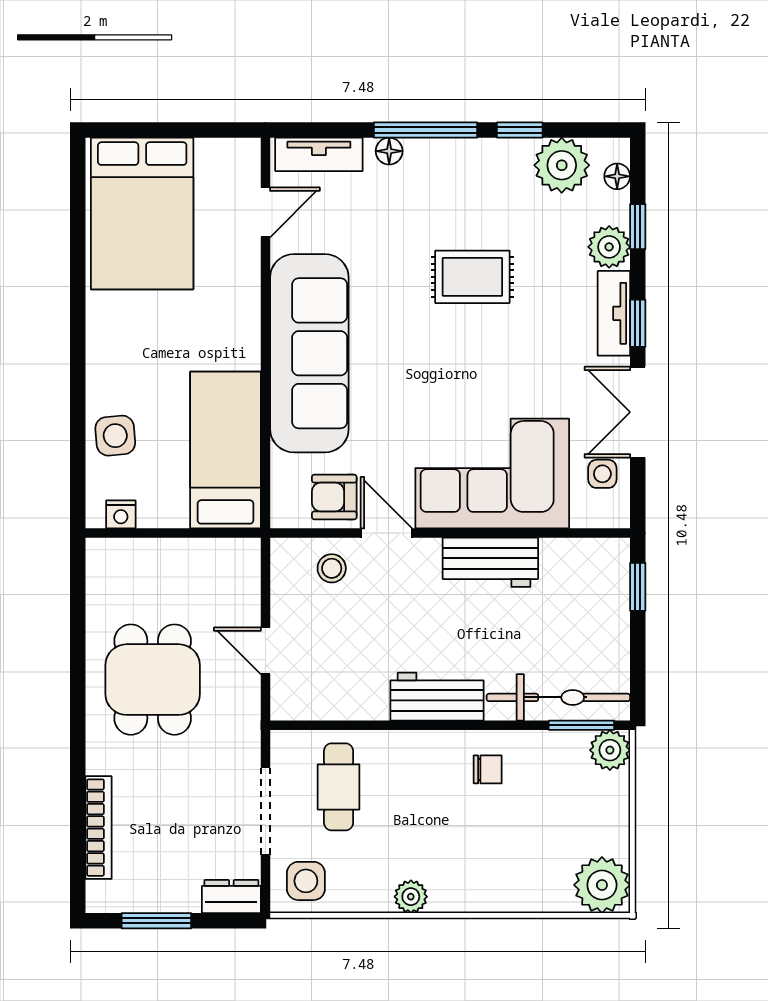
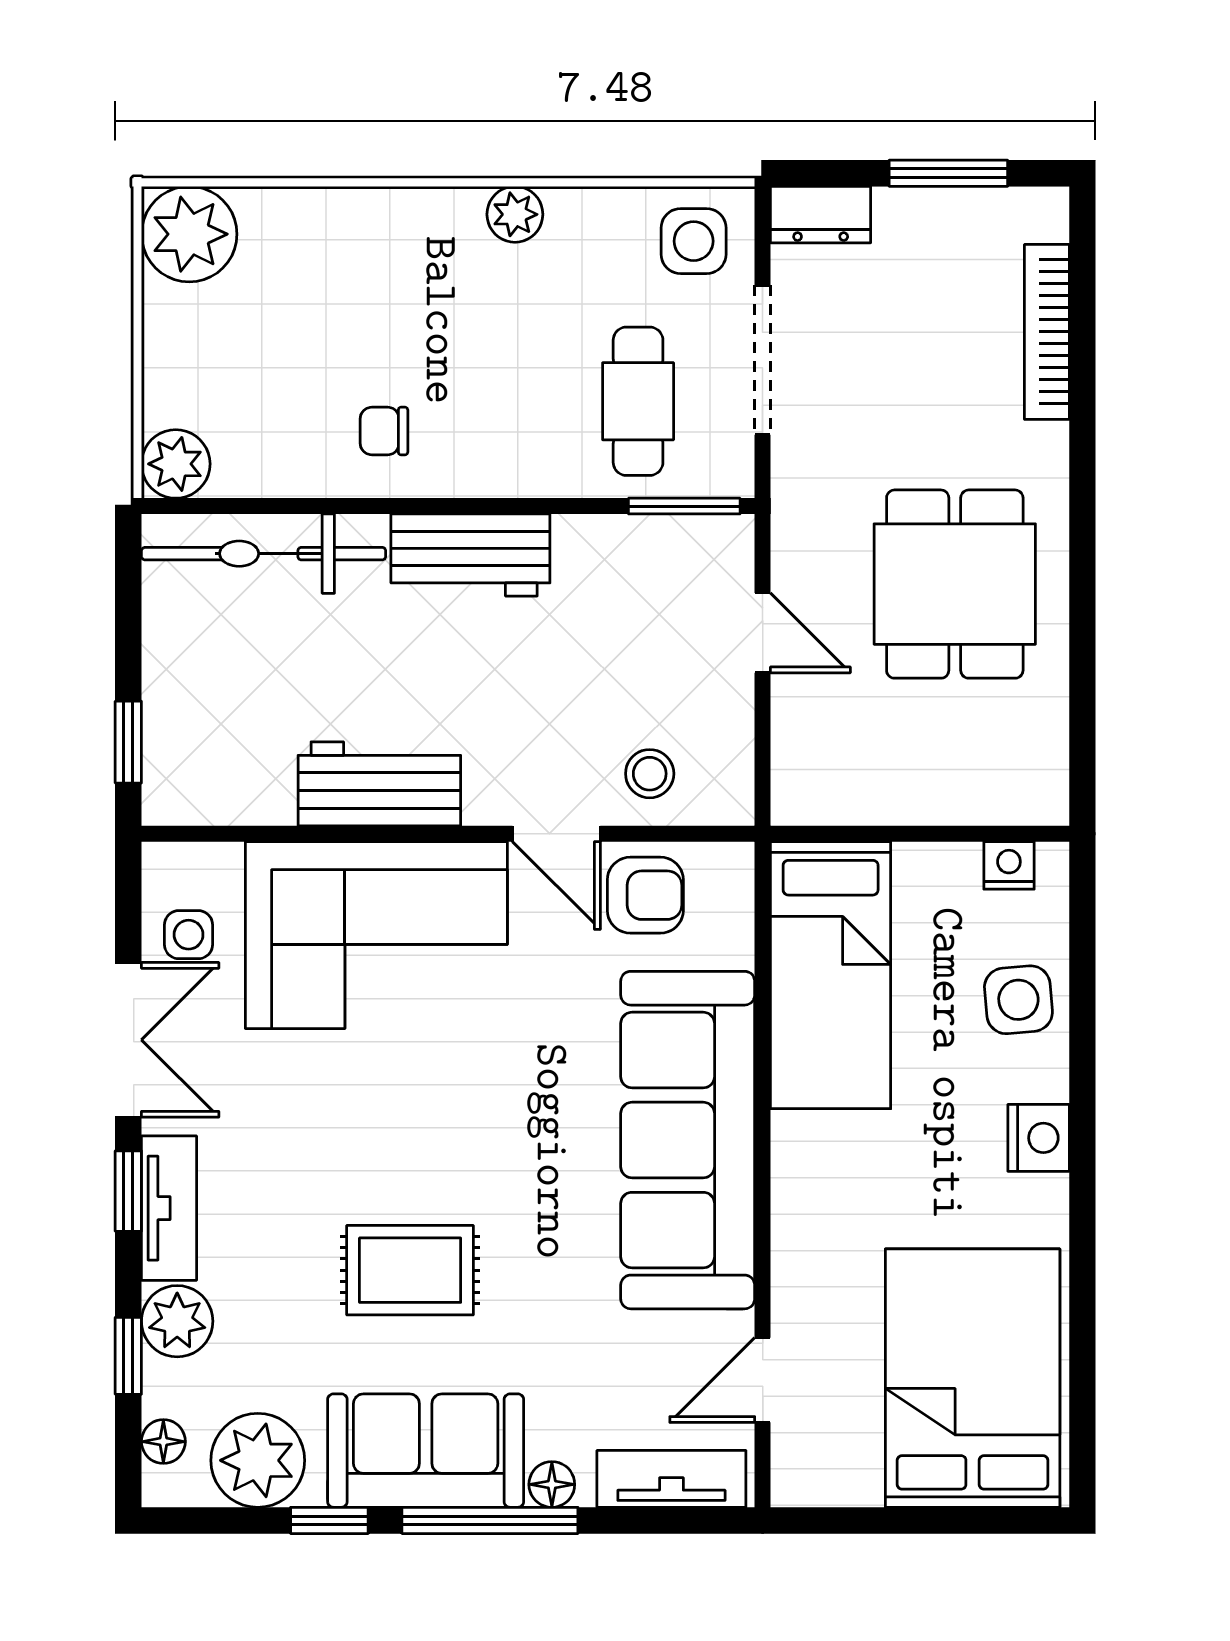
sofa: (463, 171) -> (426, 1451), added
nightstand: (103, 355) -> (1039, 1138), added
window: (581, 725) -> (684, 506), moved

